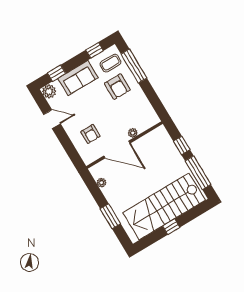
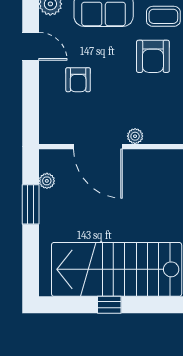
armchair: (90, 134) -> (78, 80), moved
window: (110, 216) -> (31, 204), moved

